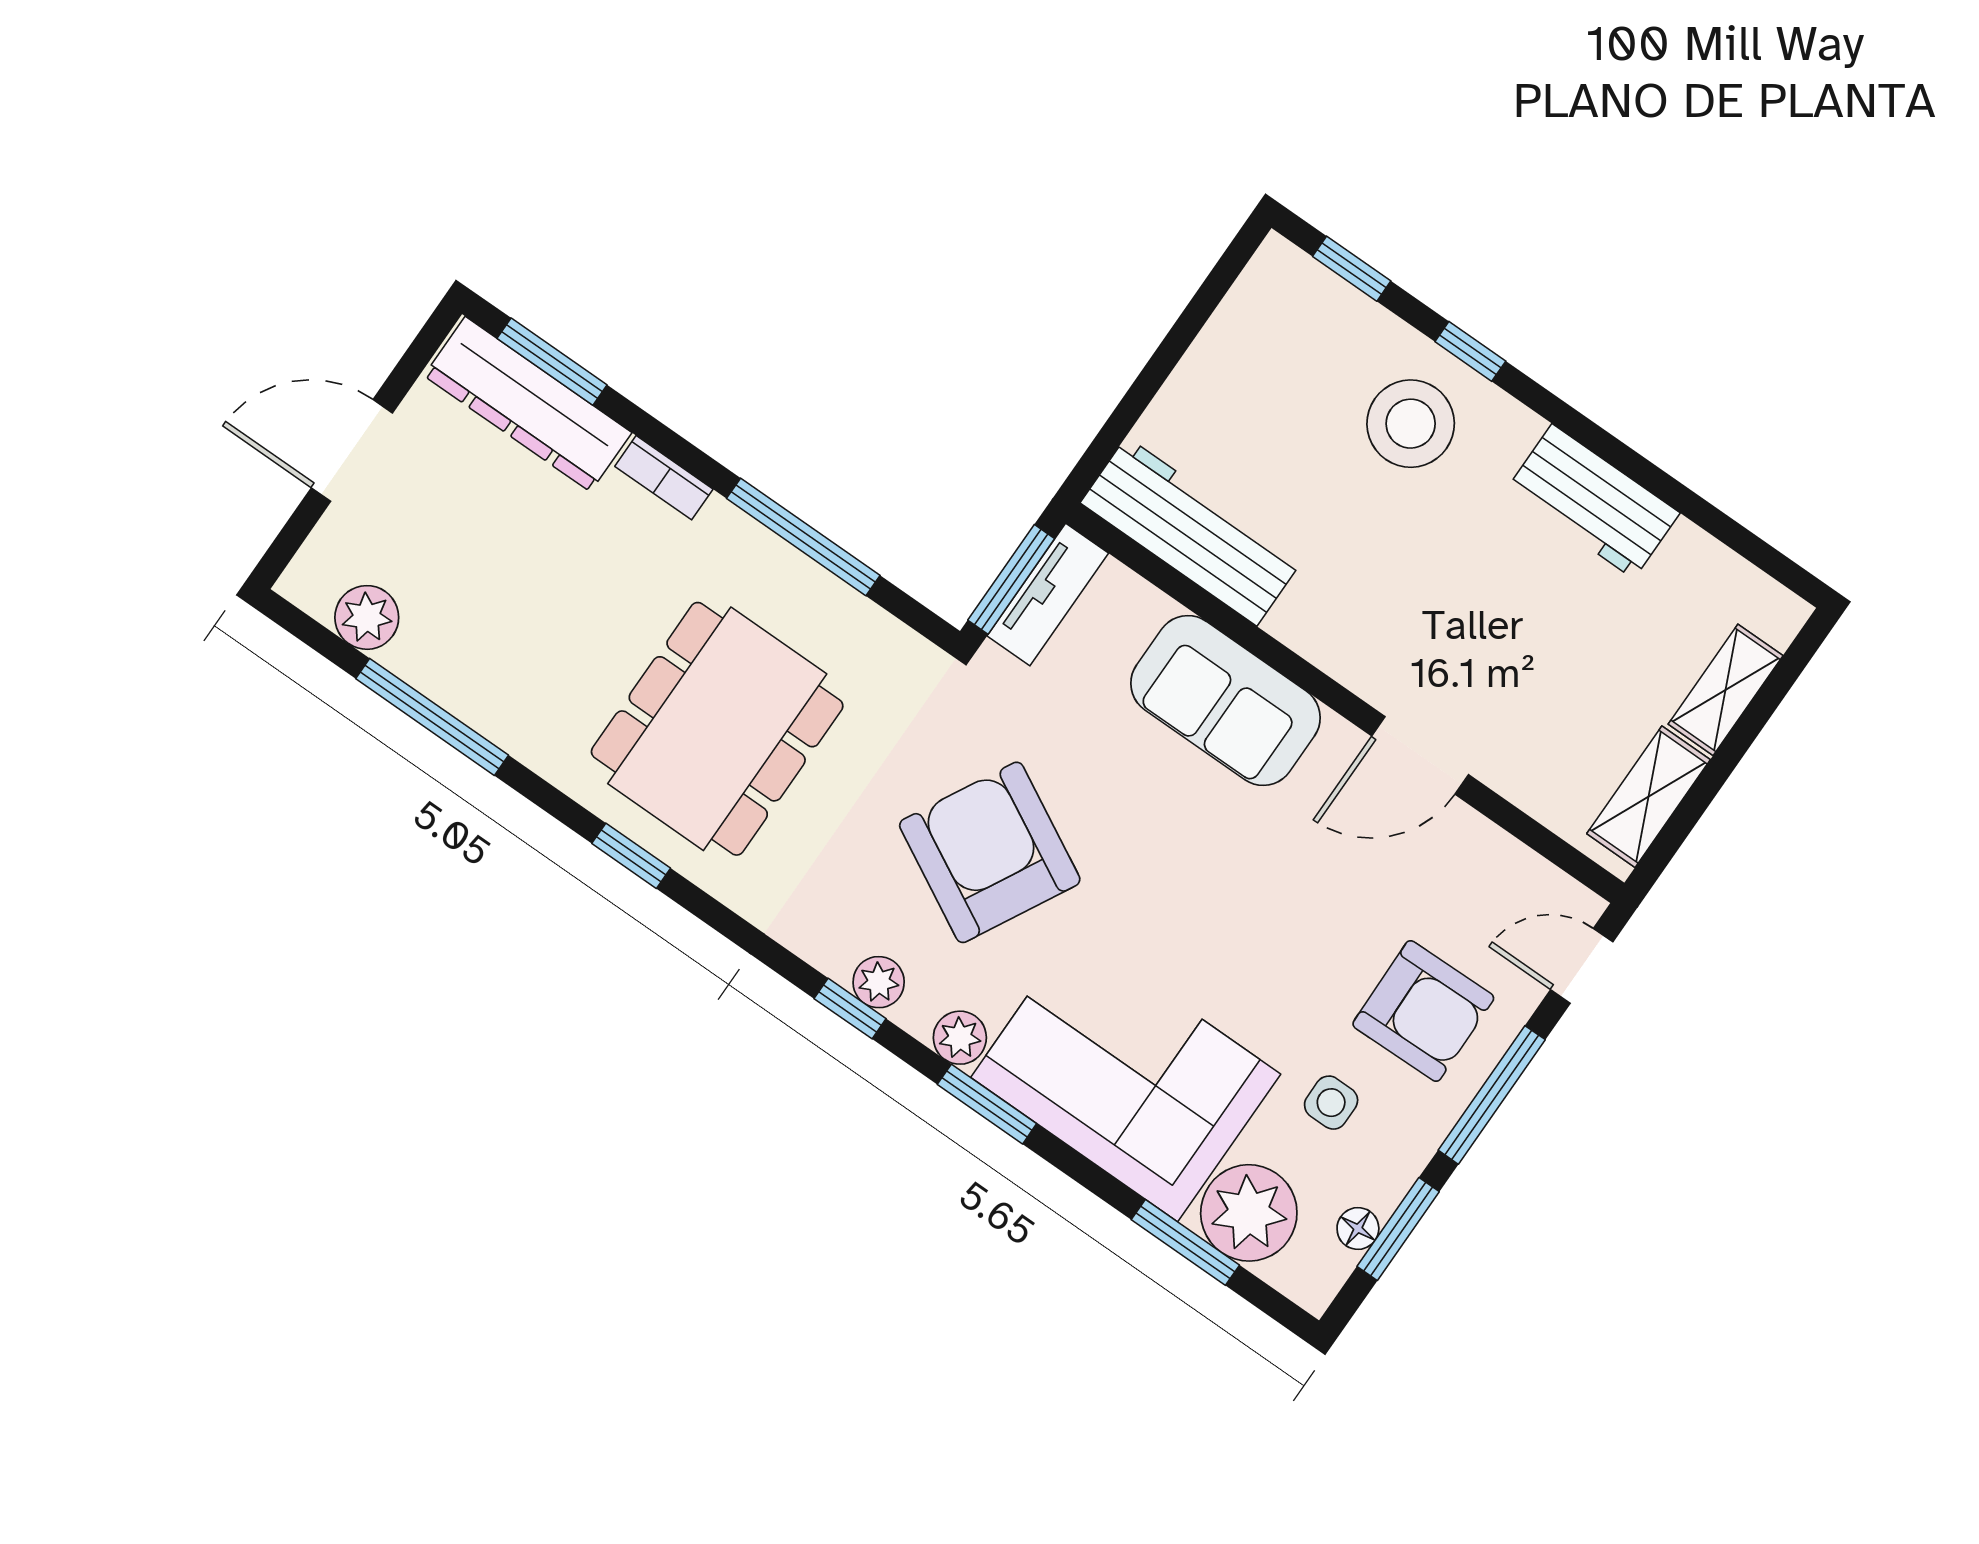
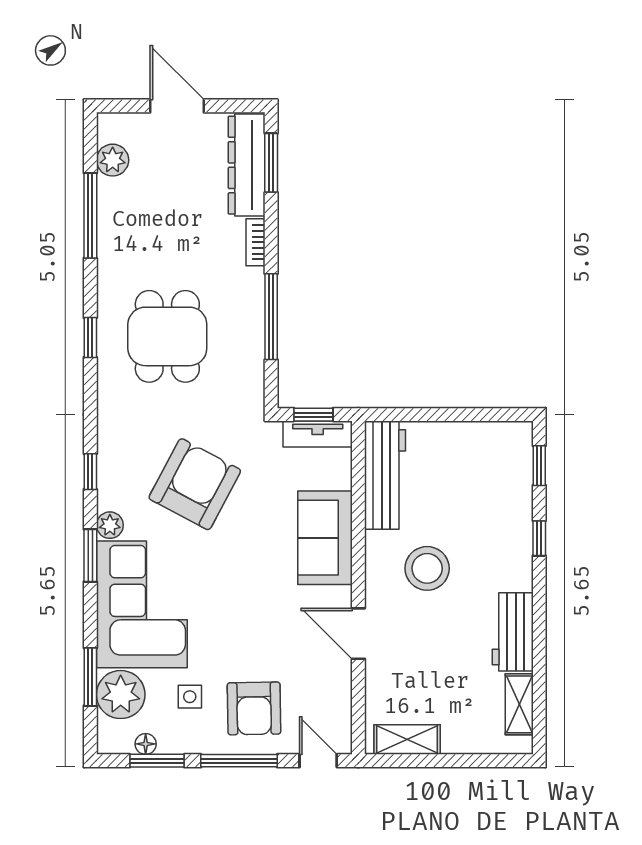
stool: (1411, 424) -> (427, 568), moved
window: (1011, 579) -> (313, 415), width x0.67
shelving: (1726, 690) -> (519, 704), moved, turned 90
dining table: (717, 729) -> (167, 336), width x0.73
plant: (879, 982) -> (109, 476), removed

